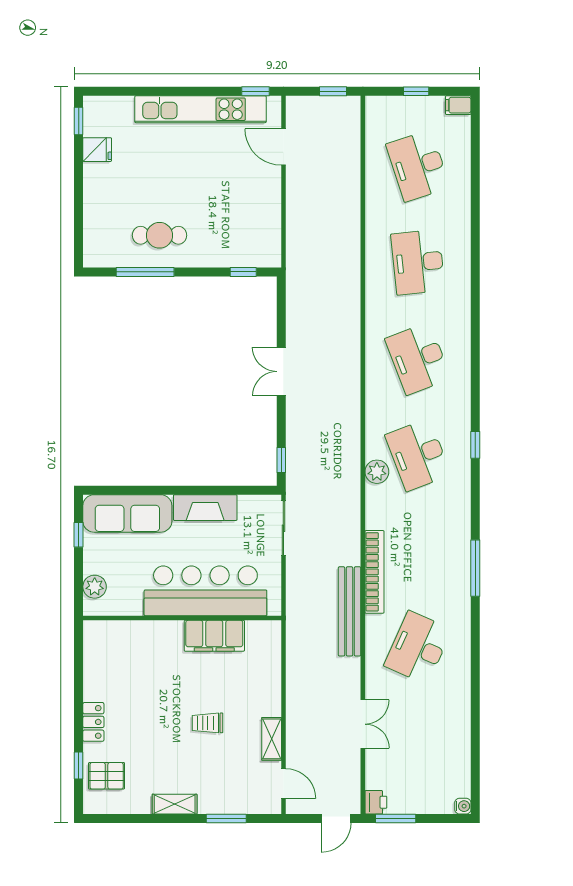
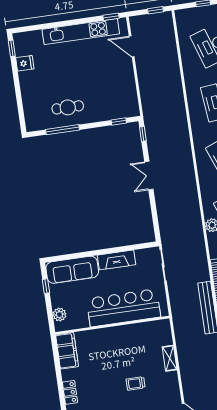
window: (281, 460) -> (143, 134), moved
filing cabinet: (214, 636) -> (67, 351), moved, turned -90
shelving: (272, 739) -> (170, 358), moved

